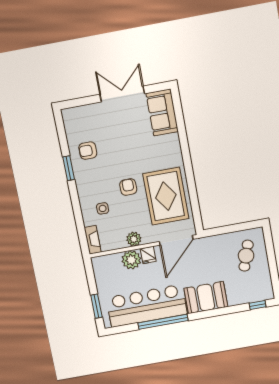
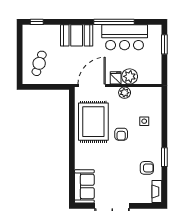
fireplace: (93, 240) -> (157, 192), moved
bar counter: (147, 306) -> (125, 37), width x0.73

